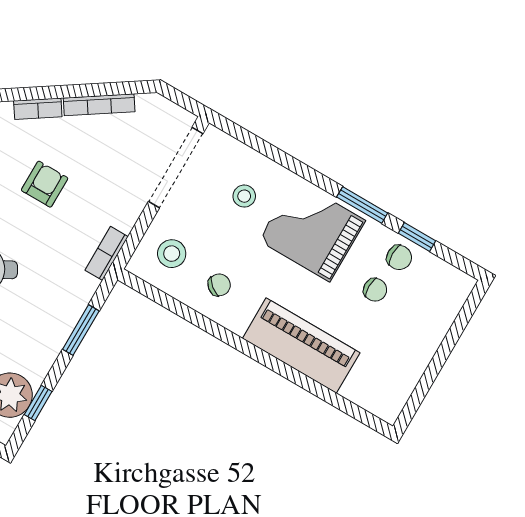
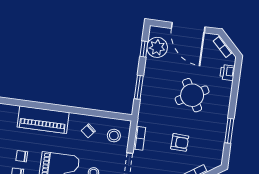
armchair: (45, 184) -> (180, 142), turned -88
bookcase: (107, 253) -> (139, 138), moved

